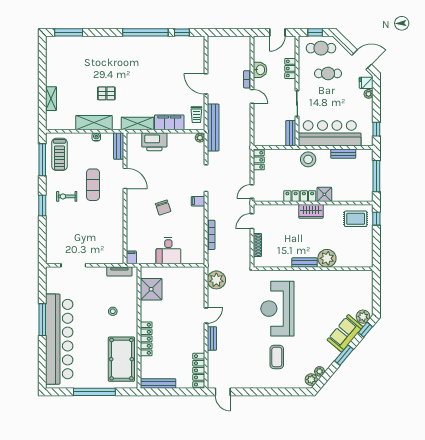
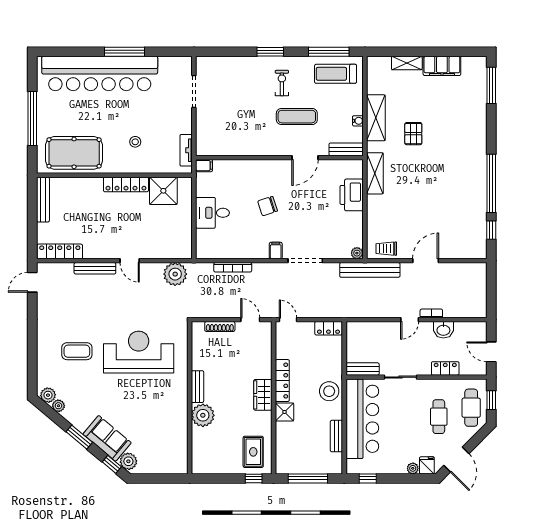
filing cabinet: (169, 122) -> (442, 66), moved, turned 90
bench: (212, 338) -> (95, 268), width x1.36
locker: (146, 339) -> (126, 184), moved

